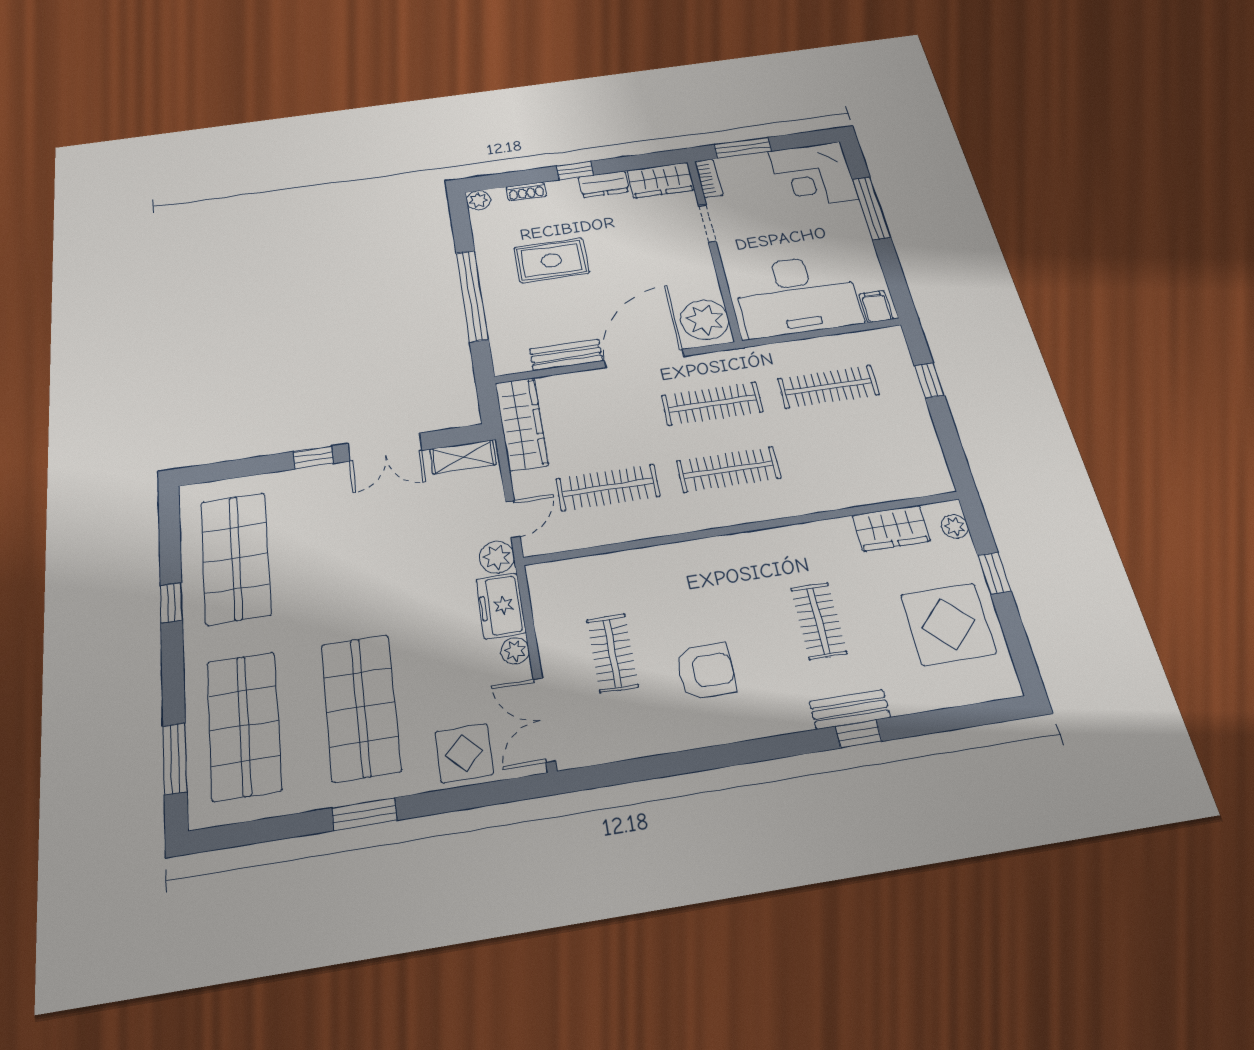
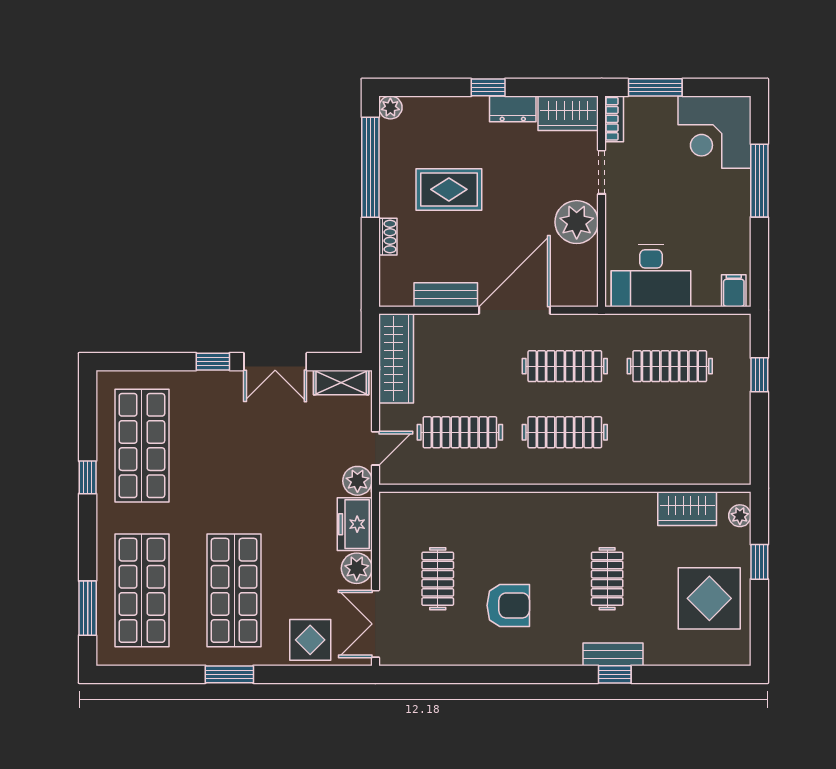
shoe rack: (526, 191) -> (388, 237), moved, turned -90
desk: (797, 295) -> (651, 276), width x0.73, depth x0.77
window: (472, 296) -> (370, 167), moved
plant: (705, 320) -> (577, 222), moved
plant: (515, 651) -> (357, 568), width x1.38, depth x1.38

